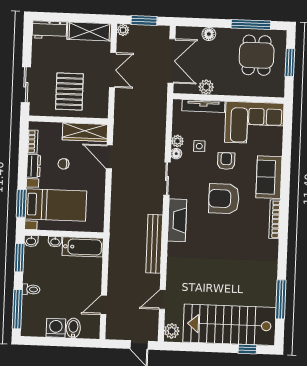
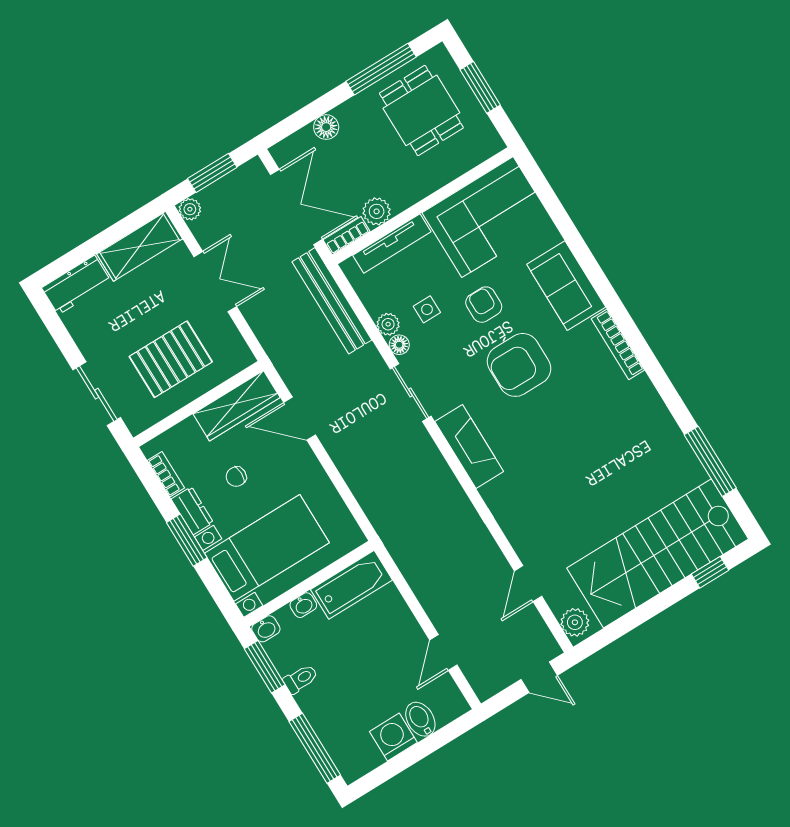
bookcase: (185, 89) -> (347, 236), added
pallet: (69, 92) -> (171, 359), turned 90
window: (21, 203) -> (187, 540), moved
bench: (154, 244) -> (332, 301), moved
toilet: (31, 289) -> (301, 679), moved

